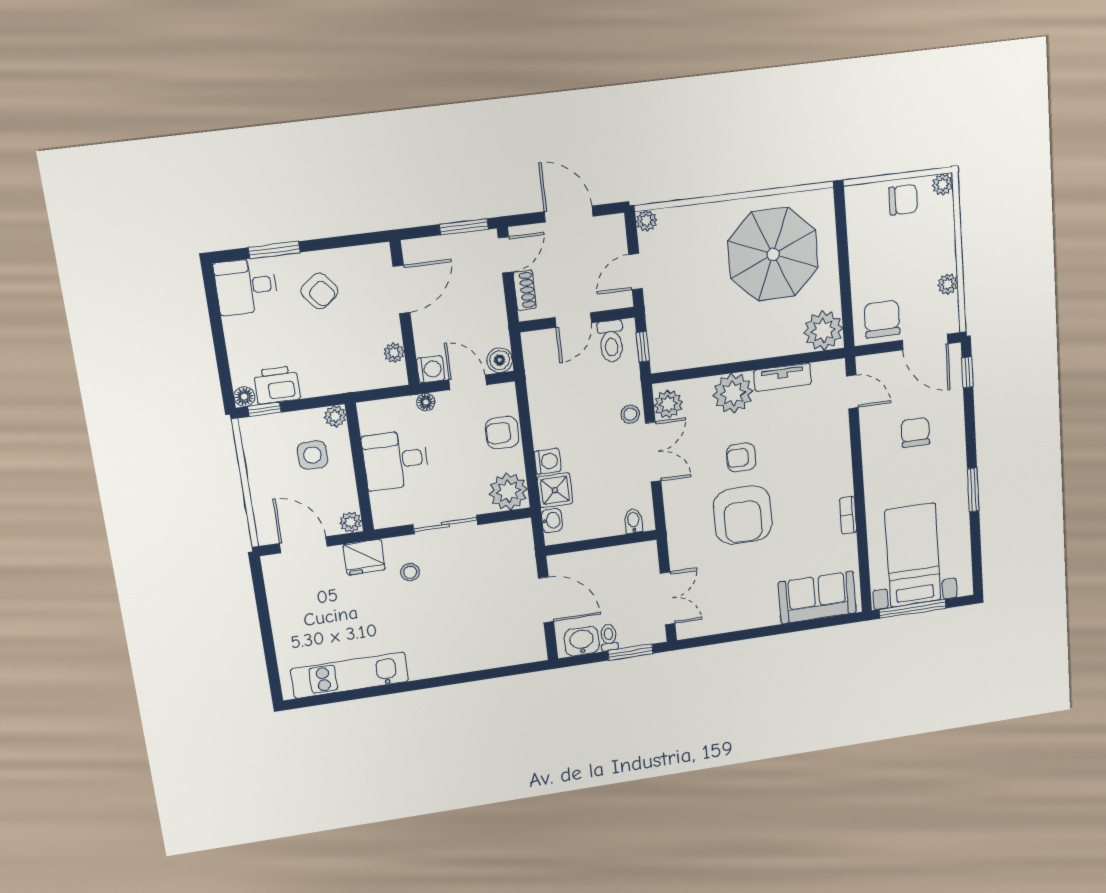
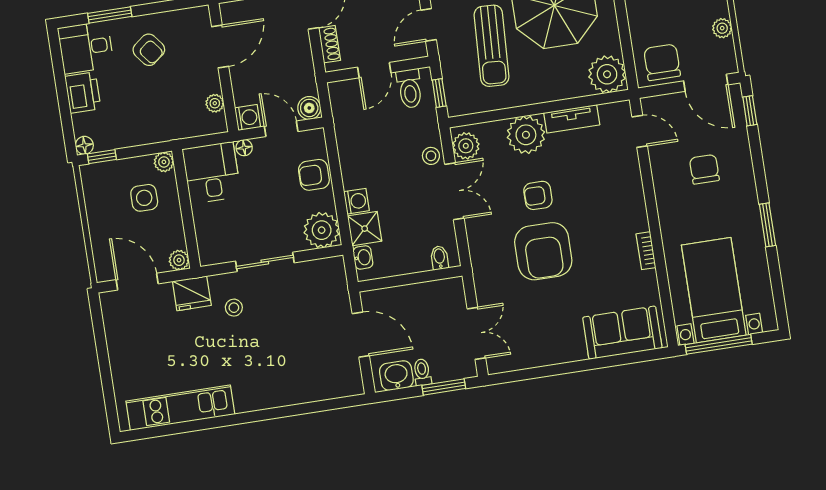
sun lounger: (703, 297) -> (492, 46), added
printer: (277, 385) -> (83, 92), moved, turned 90
desk: (395, 460) -> (212, 173), moved, turned 90

